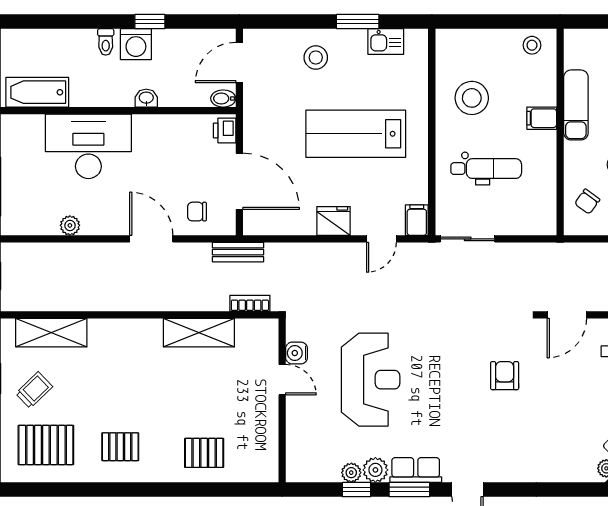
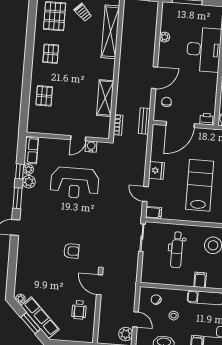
shelving: (51, 333) -> (110, 32), width x1.47
row of seats: (416, 470) -> (31, 151), moved

